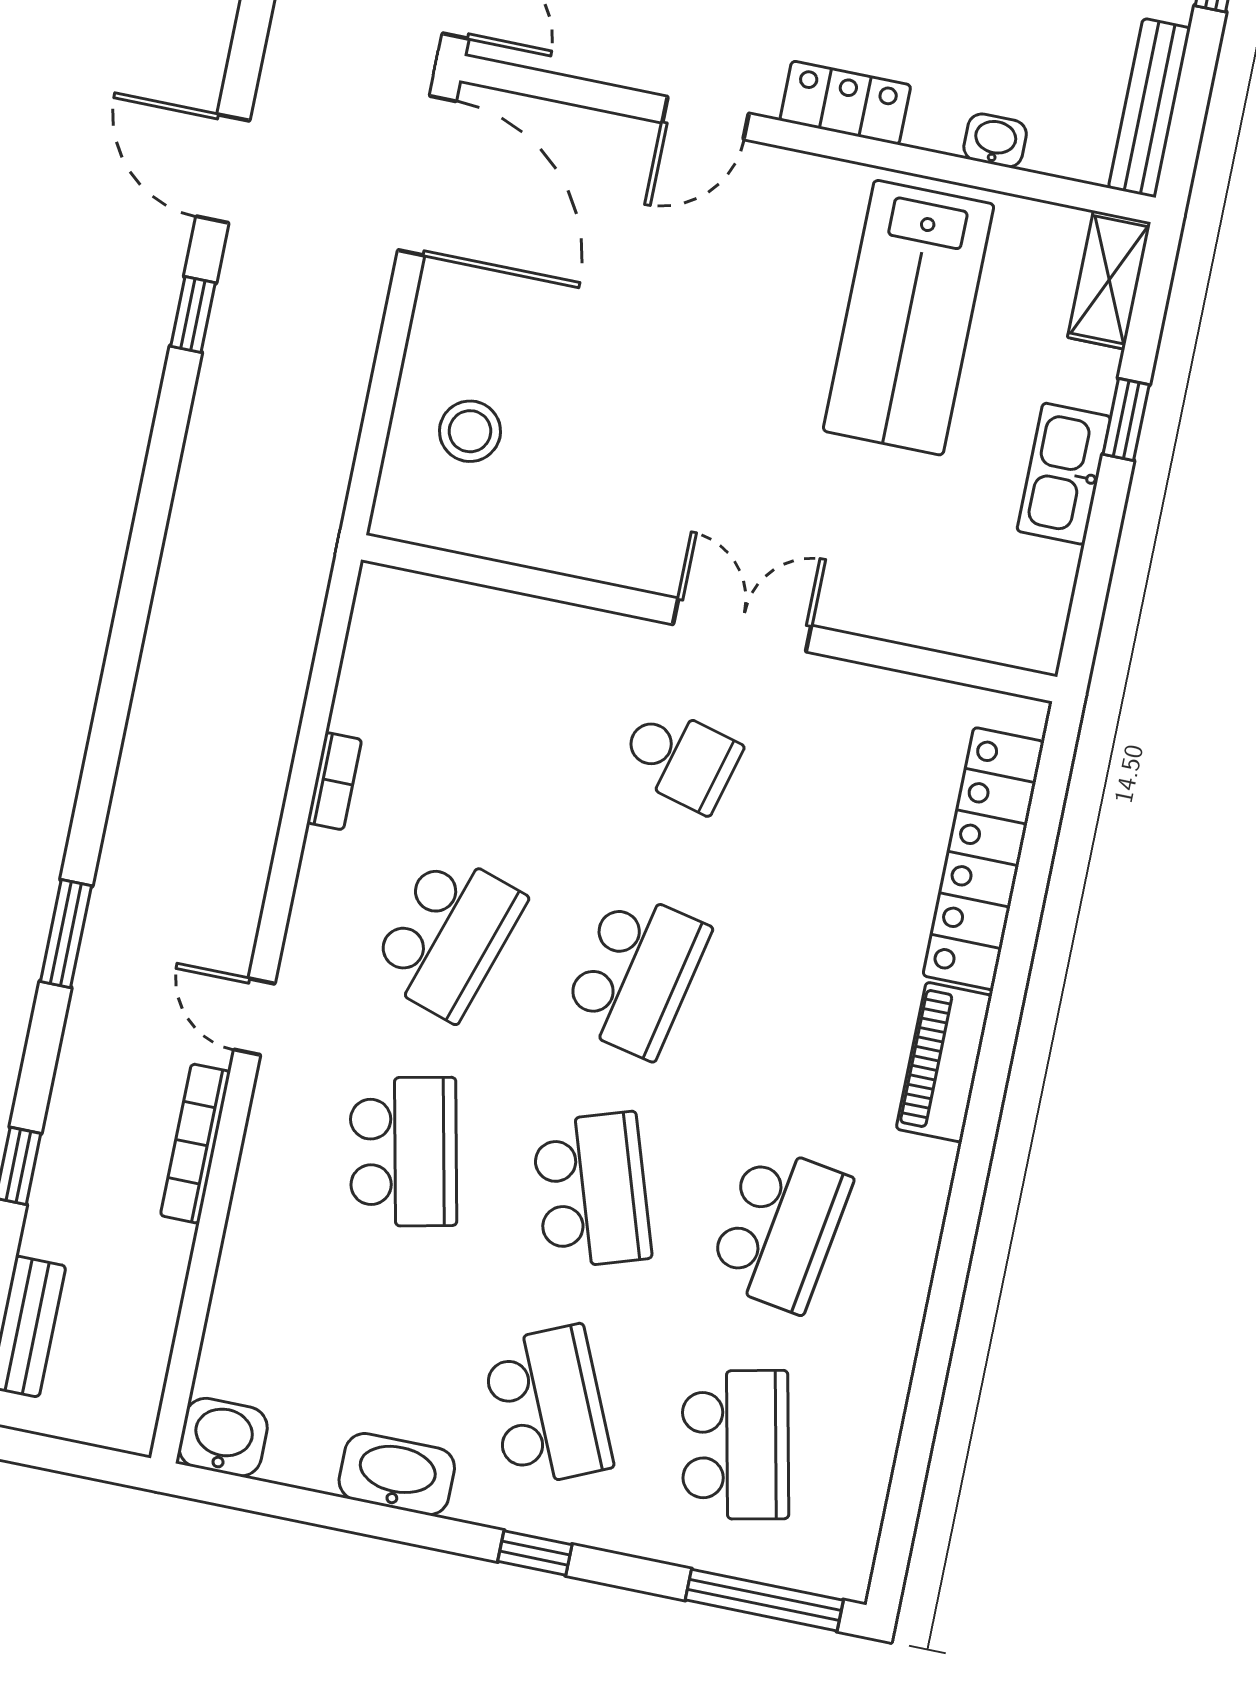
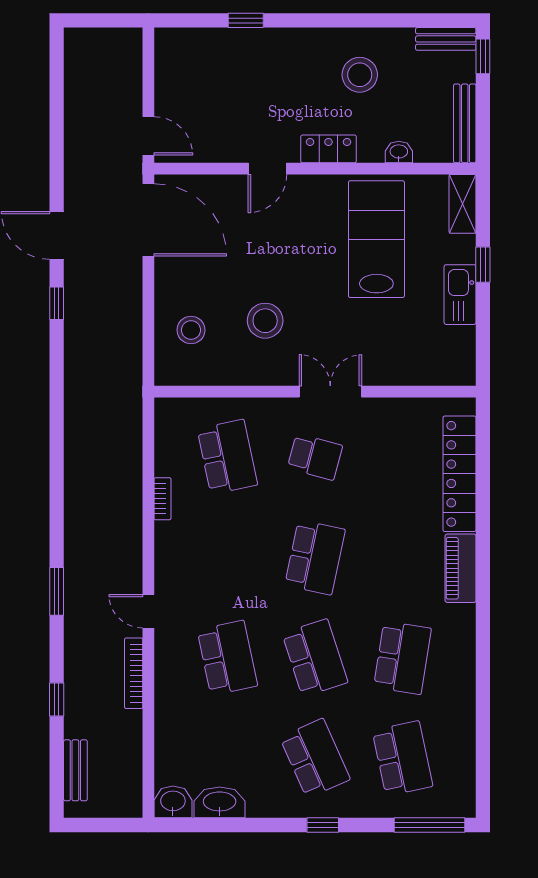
lab bench: (909, 318) -> (376, 239), turned 180
stool: (633, 444) -> (265, 321), added
school desk: (448, 936) -> (227, 457), moved, turned -30
washbasin: (397, 1474) -> (220, 802), moved

